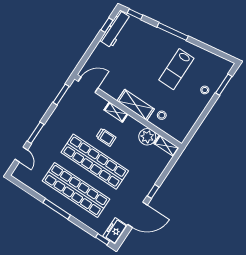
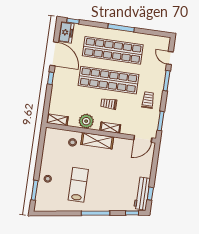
trolley: (64, 122) -> (148, 100), added
plant: (147, 137) -> (86, 121), moved
door: (138, 215) -> (54, 54), swing flipped

